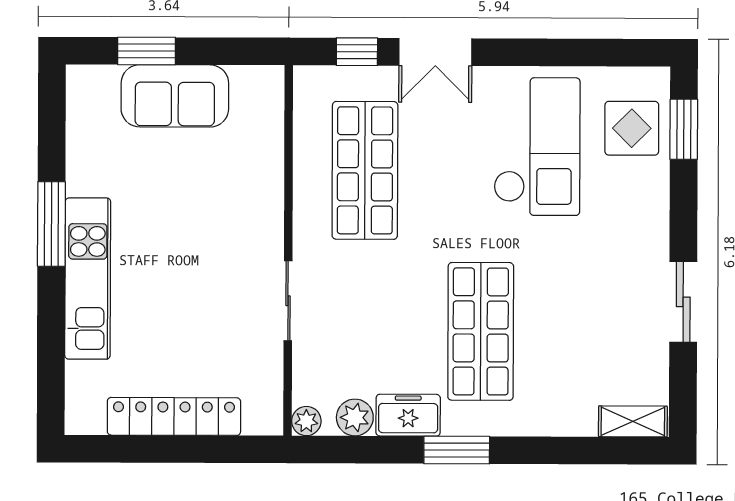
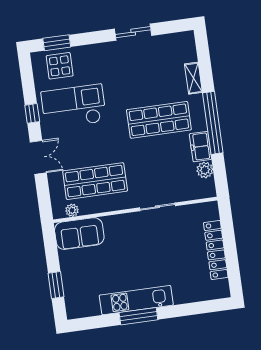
window: (357, 52) -> (32, 113), moved
sofa: (175, 96) -> (79, 234), moved, turned 90
kitchen unit: (88, 279) -> (136, 300), moved
plant: (306, 421) -> (72, 210), moved
shelving: (633, 421) -> (193, 78), moved
window: (457, 450) -> (213, 123), width x2.11

